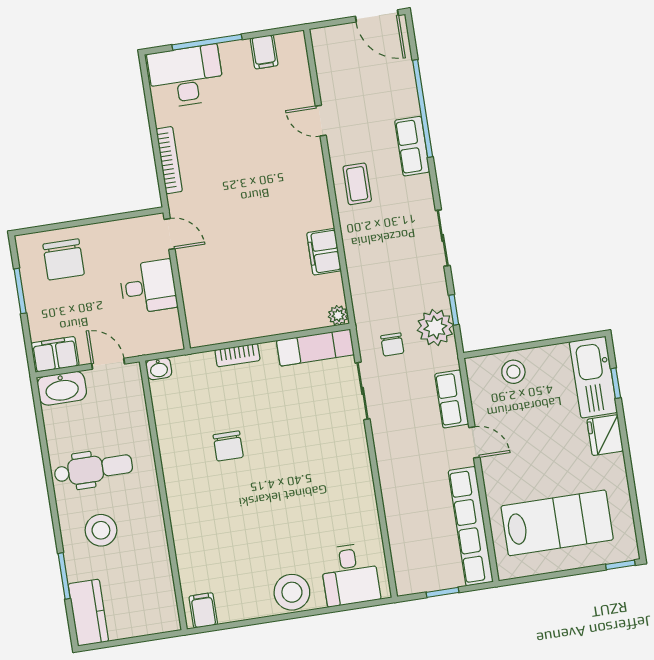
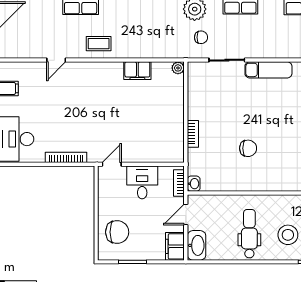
bookcase: (156, 345) -> (179, 183), added
exam couch: (315, 348) -> (268, 70), moved, turned 90

